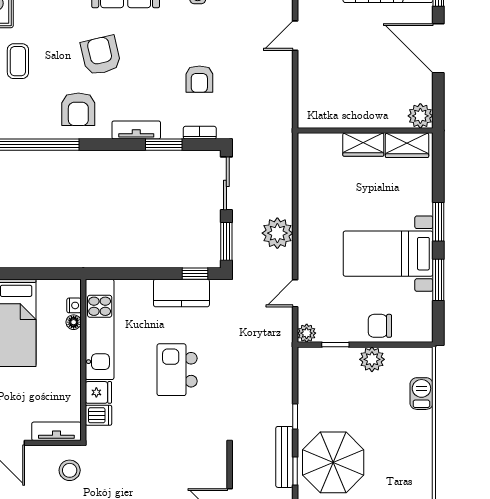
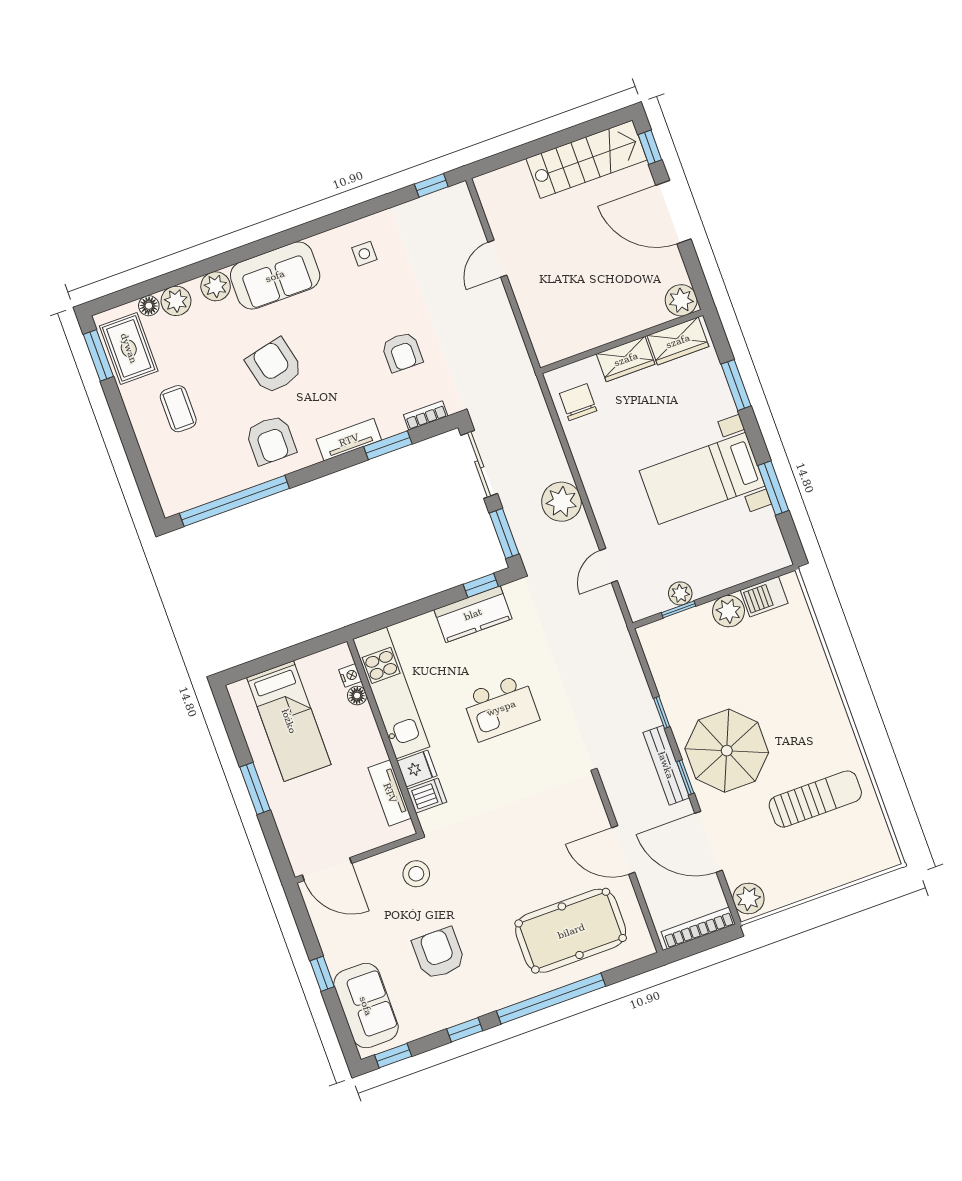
window: (438, 222) -> (736, 385), moved
chair: (380, 326) -> (578, 402), moved, turned 90
plant: (307, 333) -> (680, 593), moved
kitchen island: (177, 370) -> (501, 708), turned -90
barbecue: (421, 394) -> (764, 597), moved, turned -90
tv unit: (56, 431) -> (390, 793), moved, turned -90

